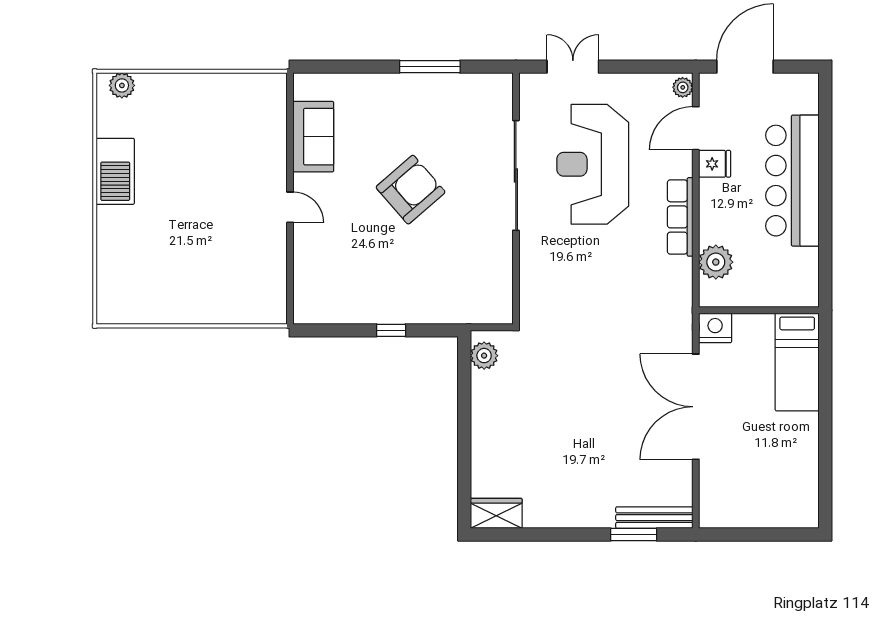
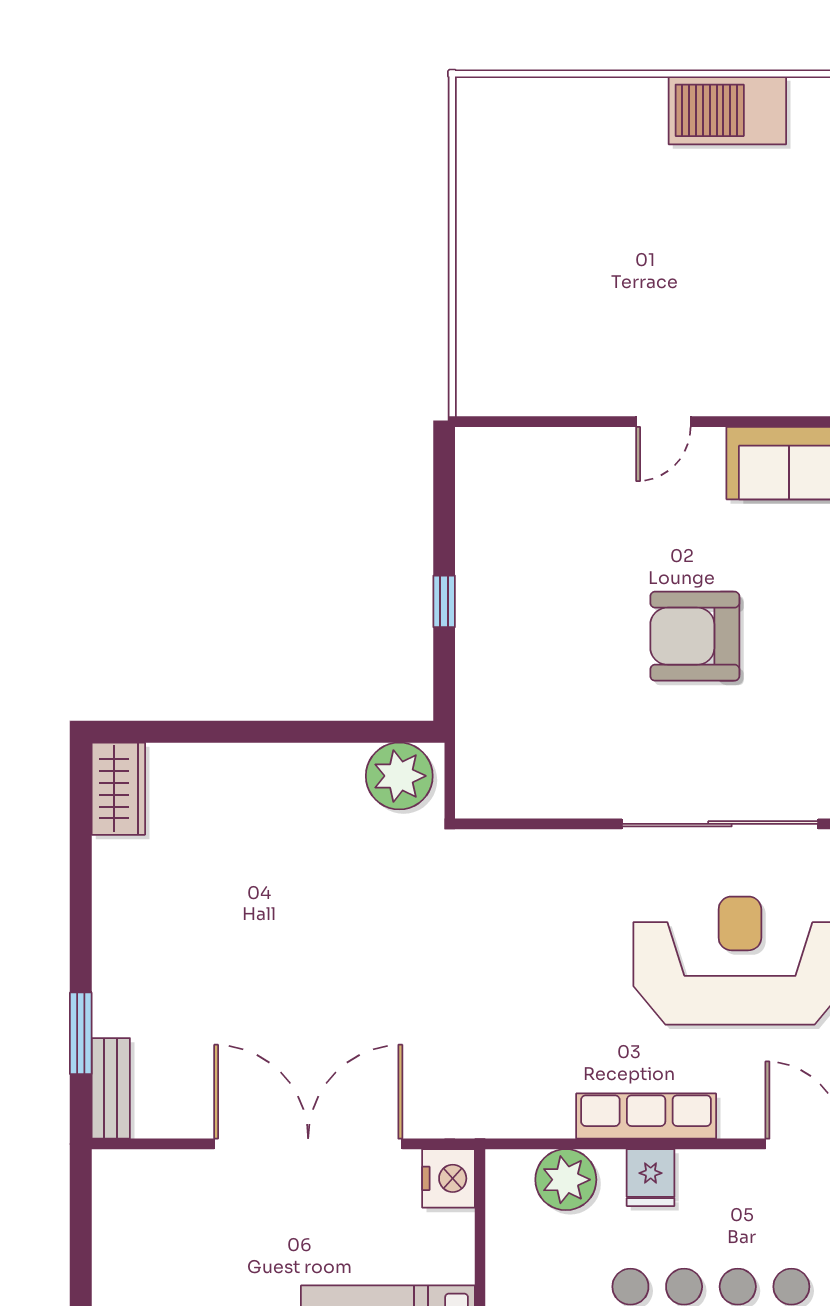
fridge: (715, 164) -> (651, 1178), moved
armchair: (411, 190) -> (695, 636), turned 131
plant: (484, 356) -> (399, 776), width x1.36, depth x1.36
bench: (654, 518) -> (111, 1088), width x0.73

